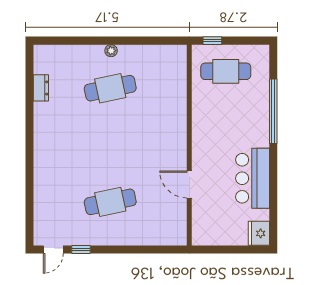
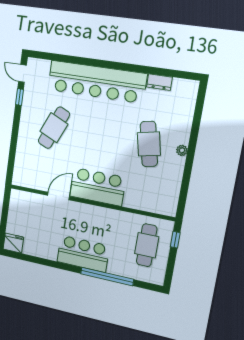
bar counter: (169, 139) -> (98, 187), added
bar counter: (50, 159) -> (96, 82), added
bar counter: (253, 178) -> (83, 254), moved
cafe table: (110, 202) -> (54, 128), turned 36

